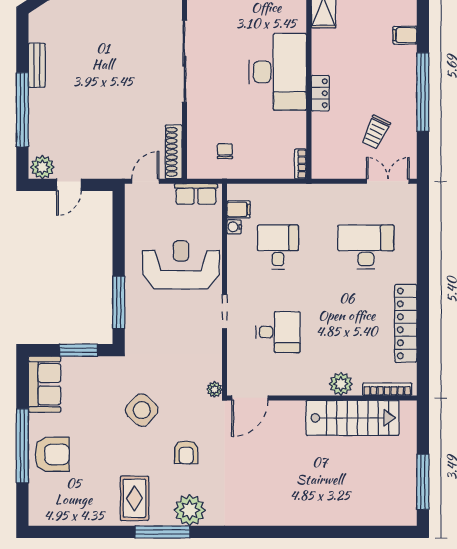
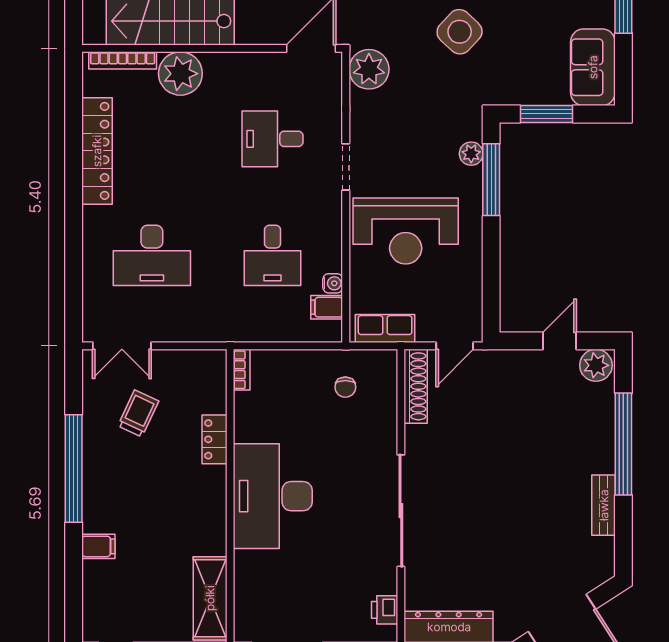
locker: (320, 93) -> (214, 439), moved
plant: (133, 321) -> (471, 154), added
plant: (341, 384) -> (180, 74), width x1.36, depth x1.36
plant: (214, 389) -> (369, 69), width x1.88, depth x1.88

